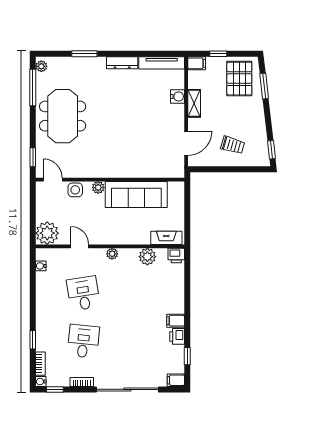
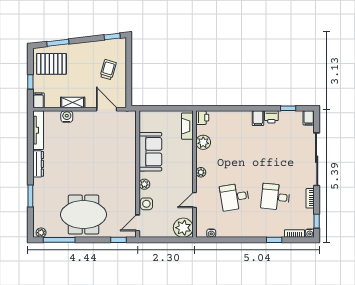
sofa: (136, 195) -> (150, 152), width x0.73

